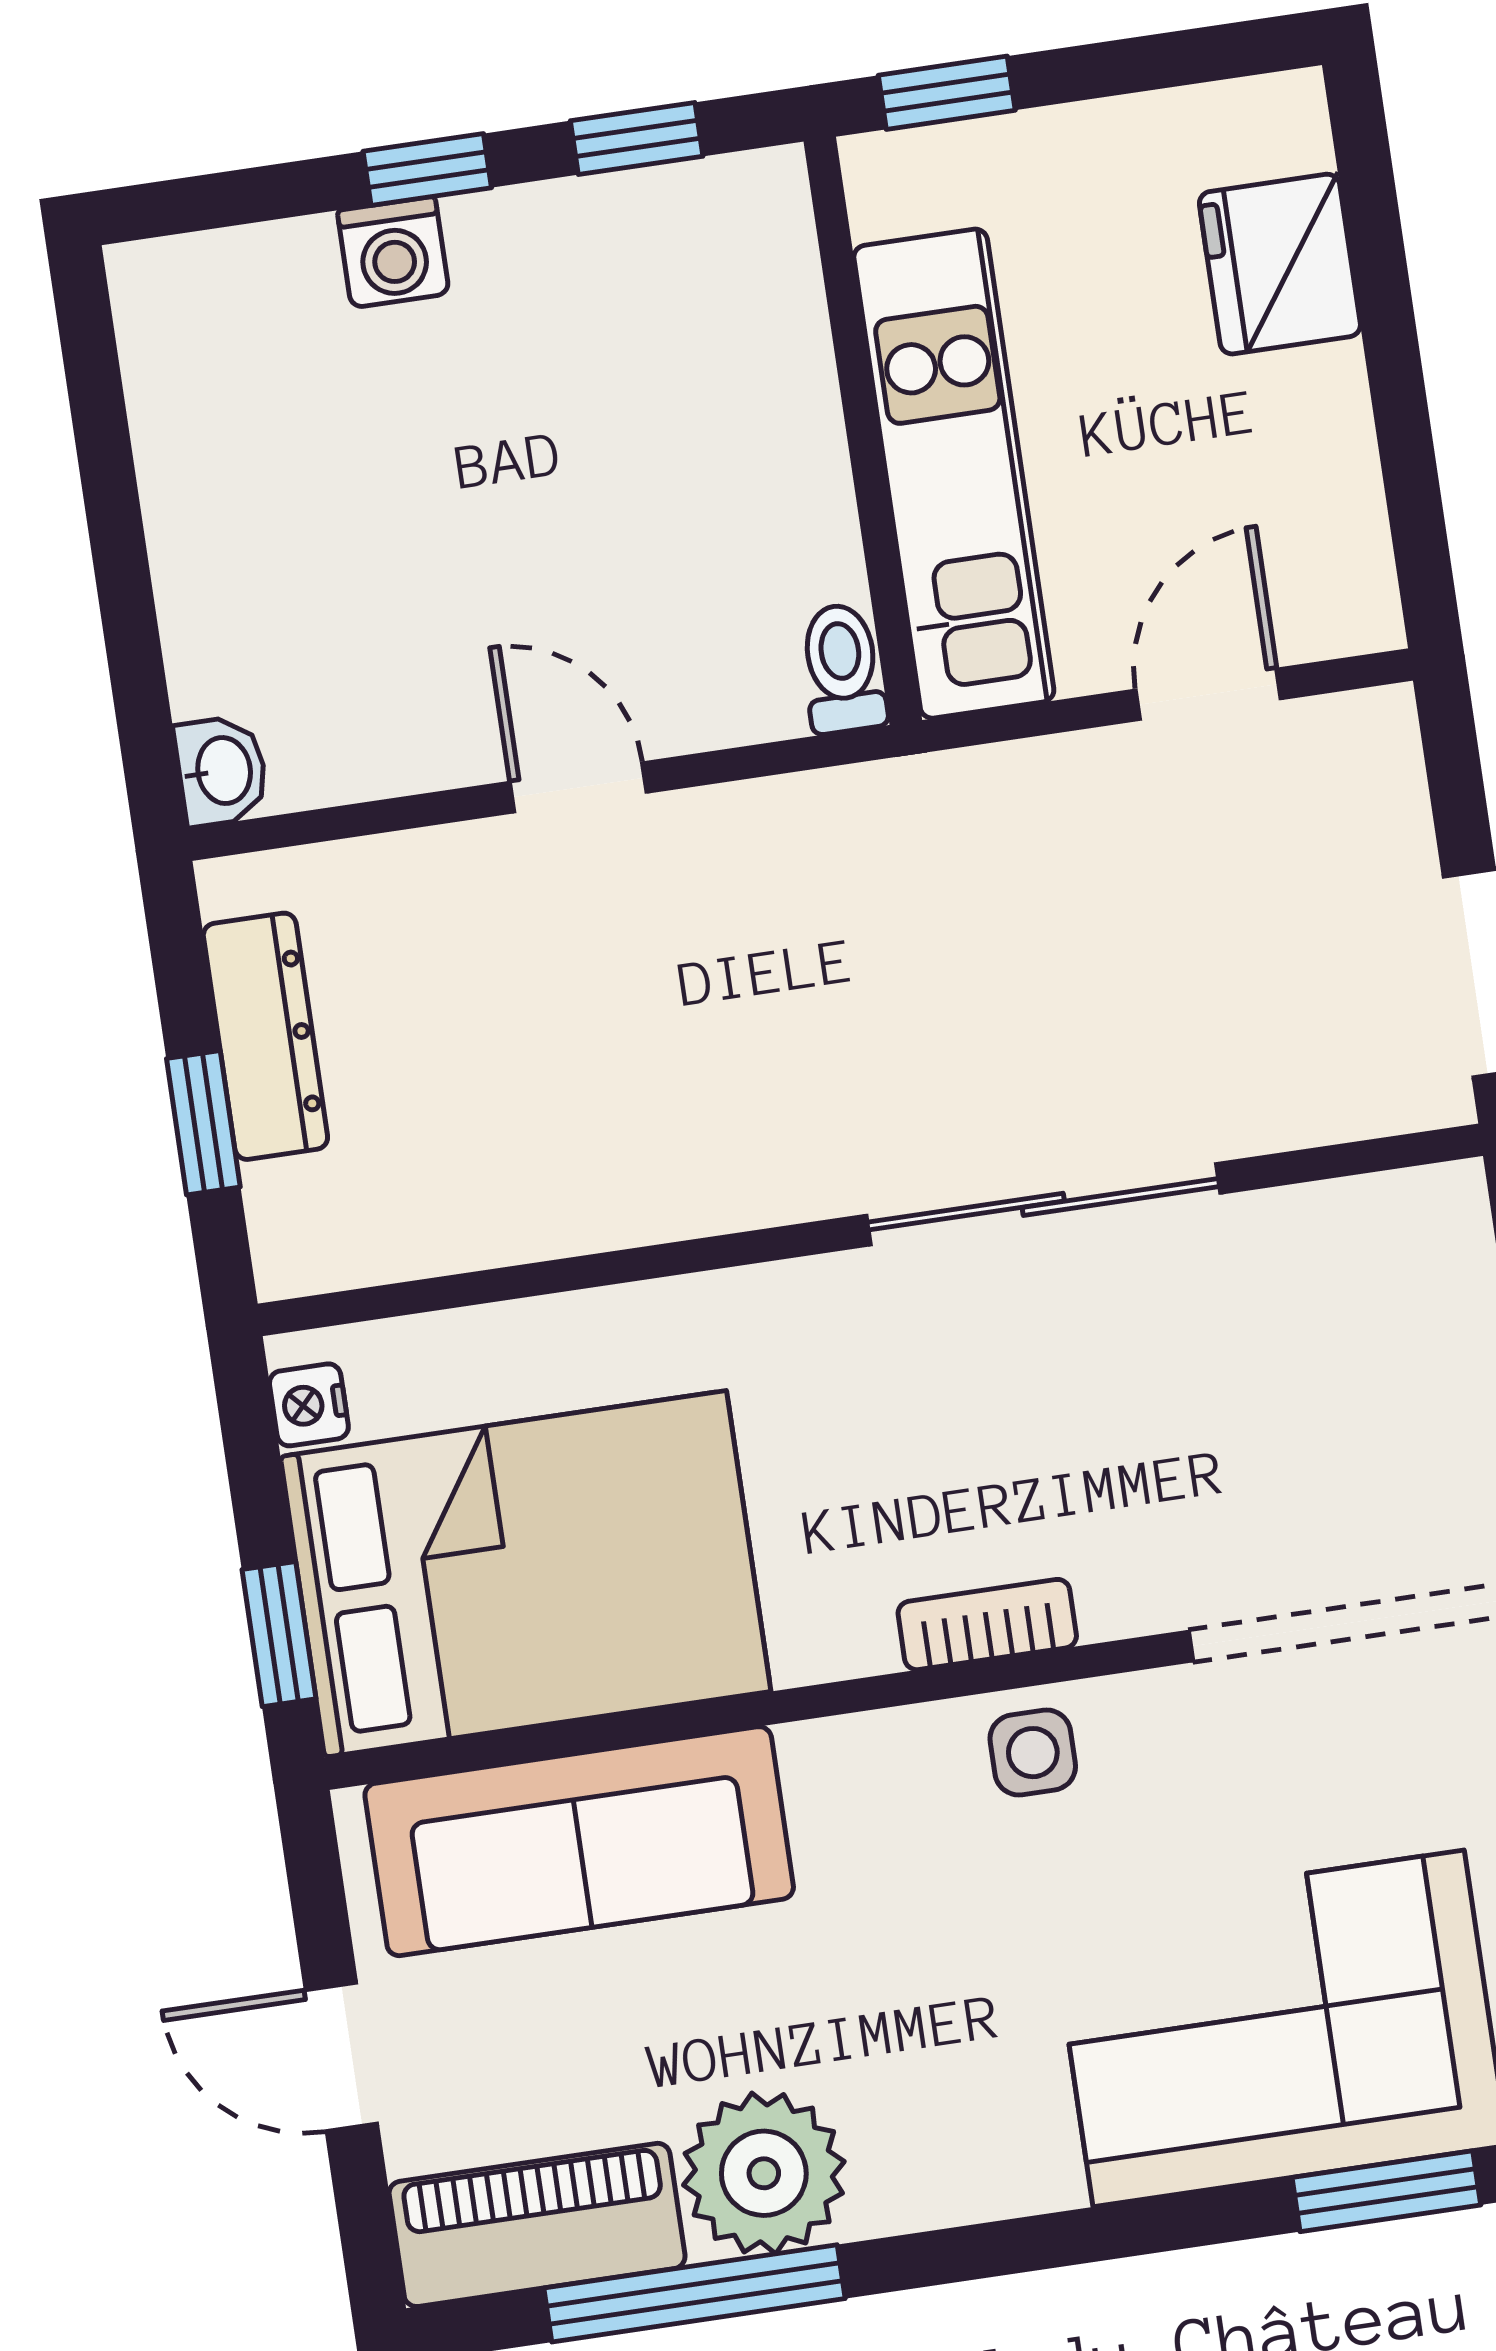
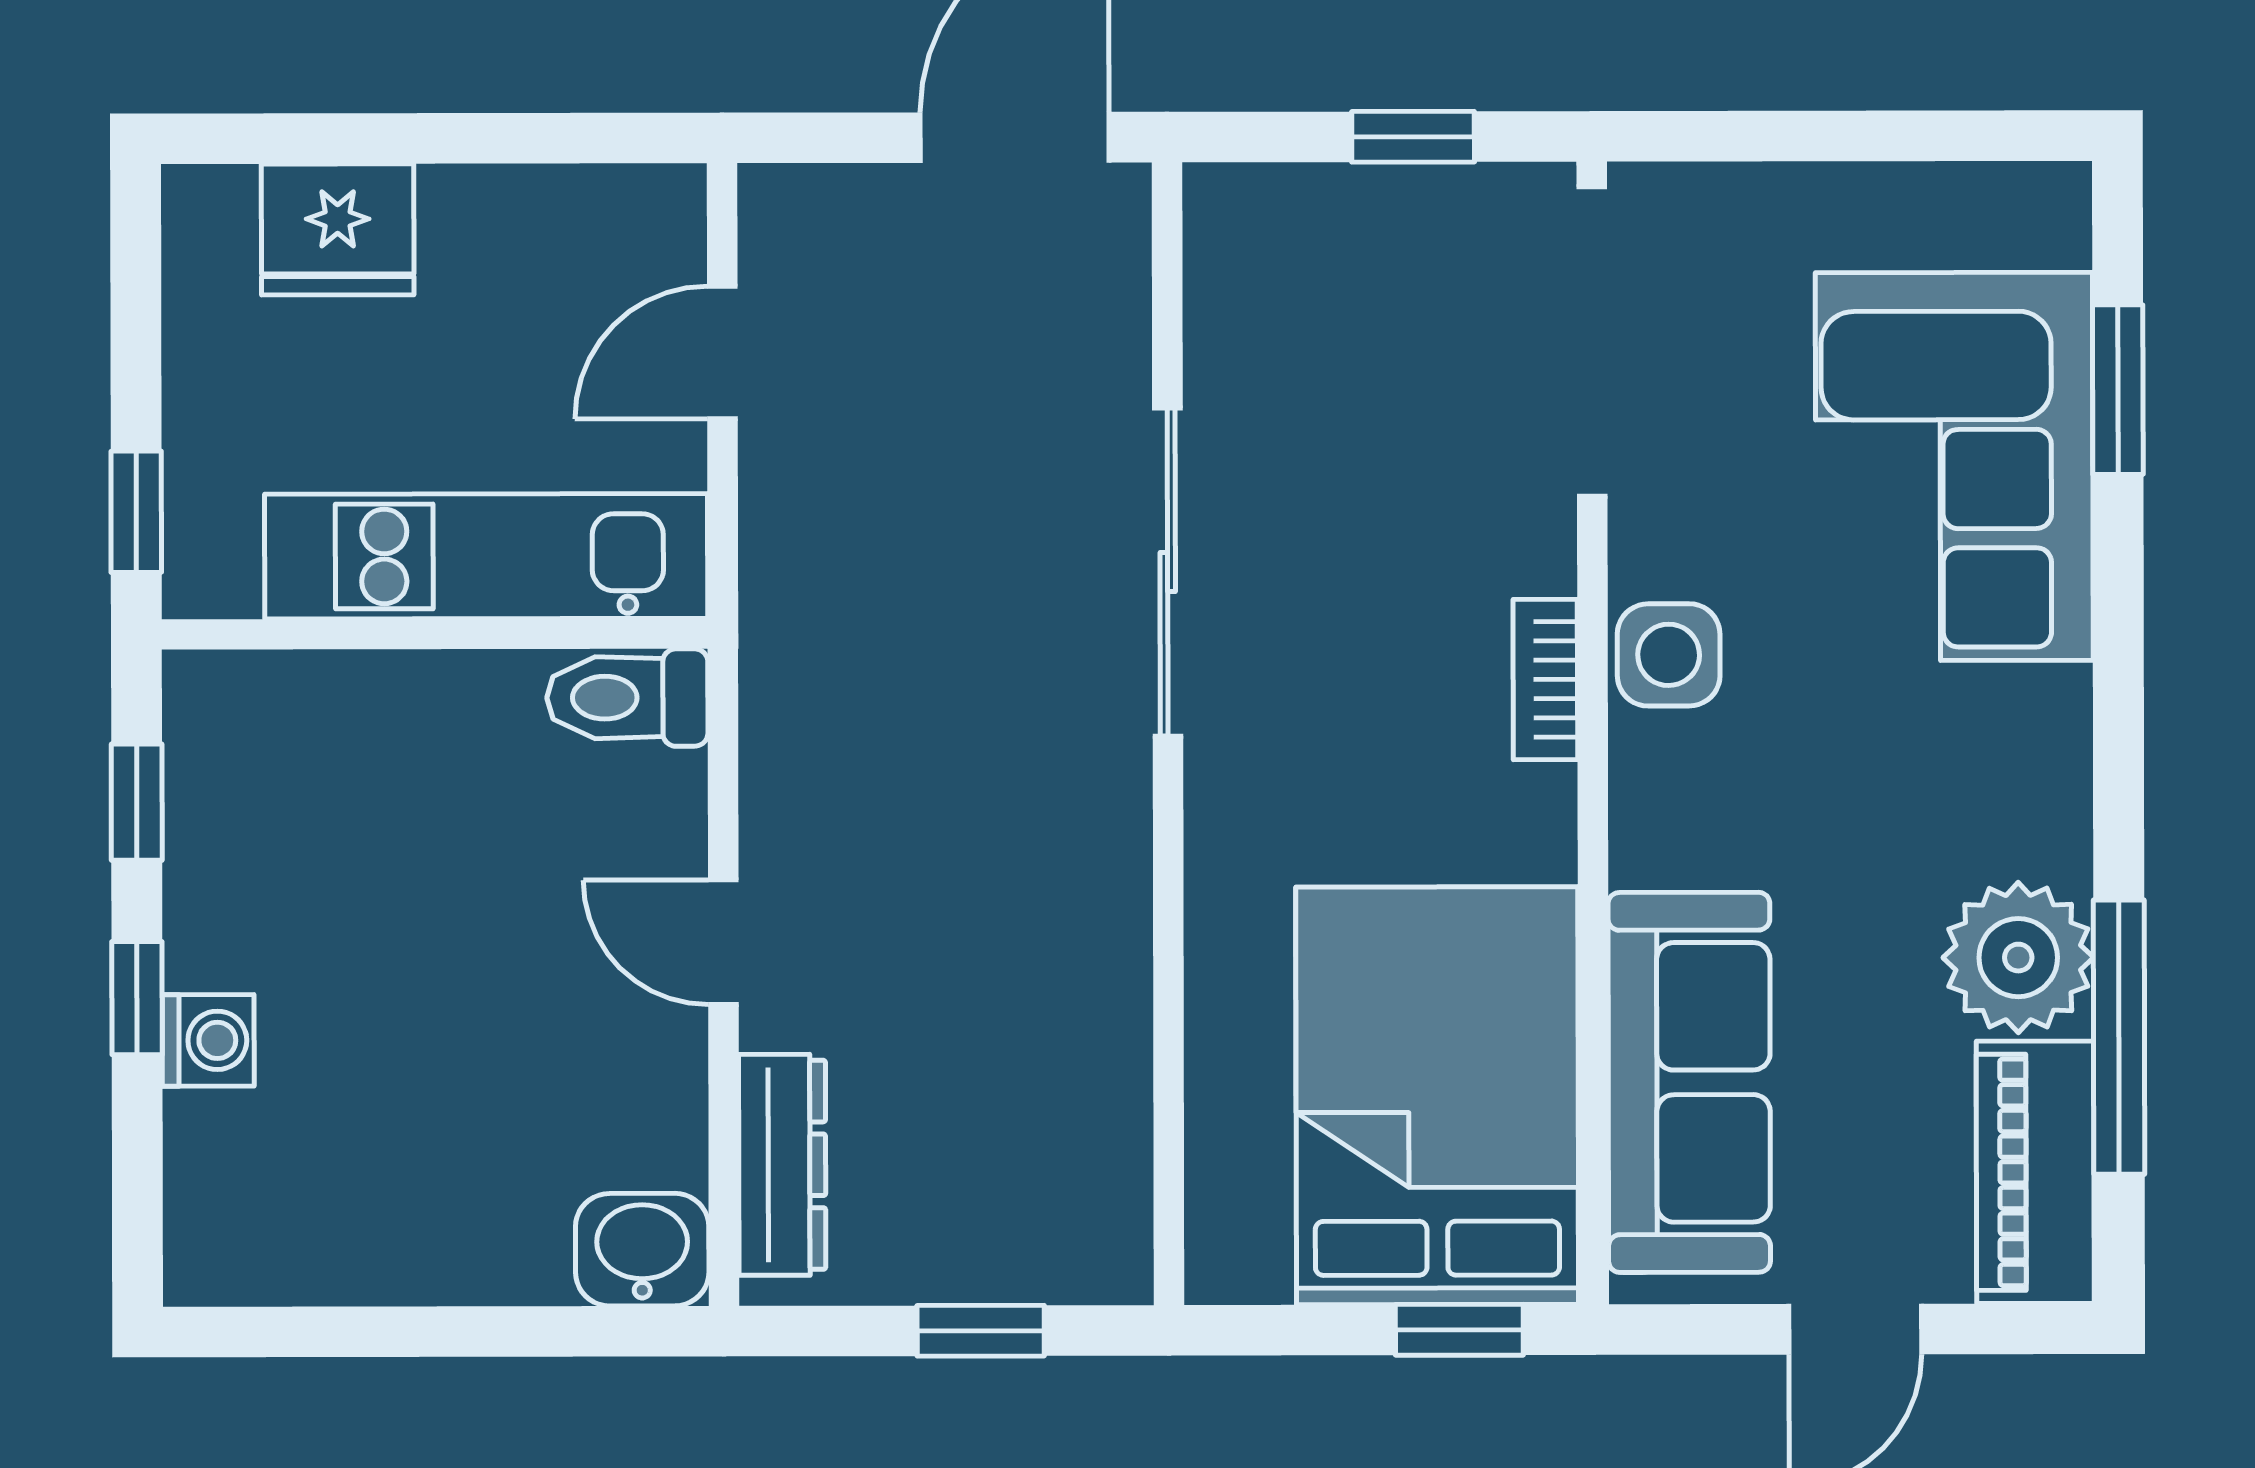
toilet: (842, 668) -> (627, 698), width x1.37, depth x1.39
door: (1208, 694) -> (722, 353), hinge flipped
washbasin: (222, 771) -> (642, 1250), width x1.38, depth x1.45
door: (578, 787) -> (723, 942), hinge flipped
dresser: (265, 1036) -> (782, 1165), moved, turned 90
nightstand: (309, 1405) -> (1253, 1272), removed
side table: (1033, 1753) -> (1669, 655), width x1.37, depth x1.37

